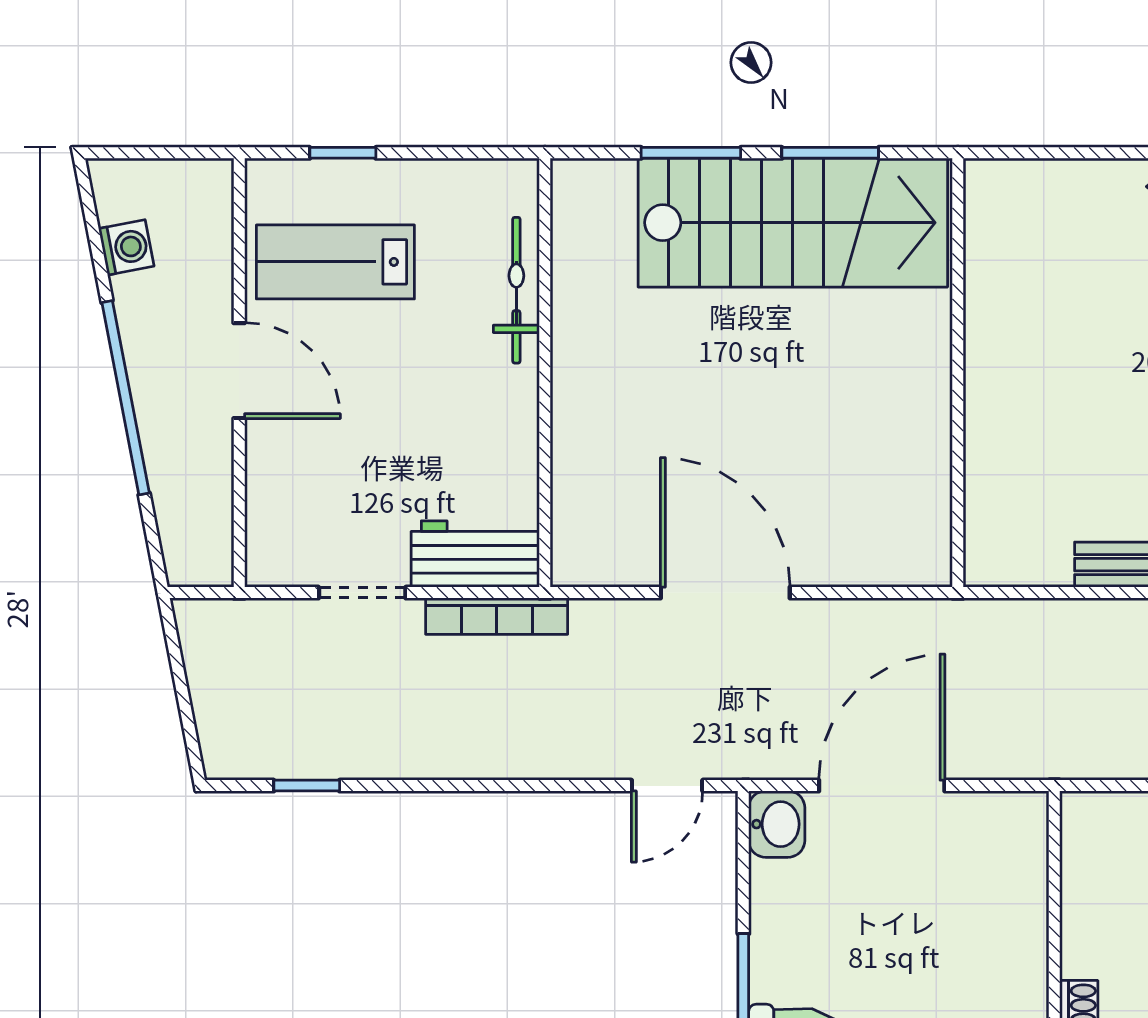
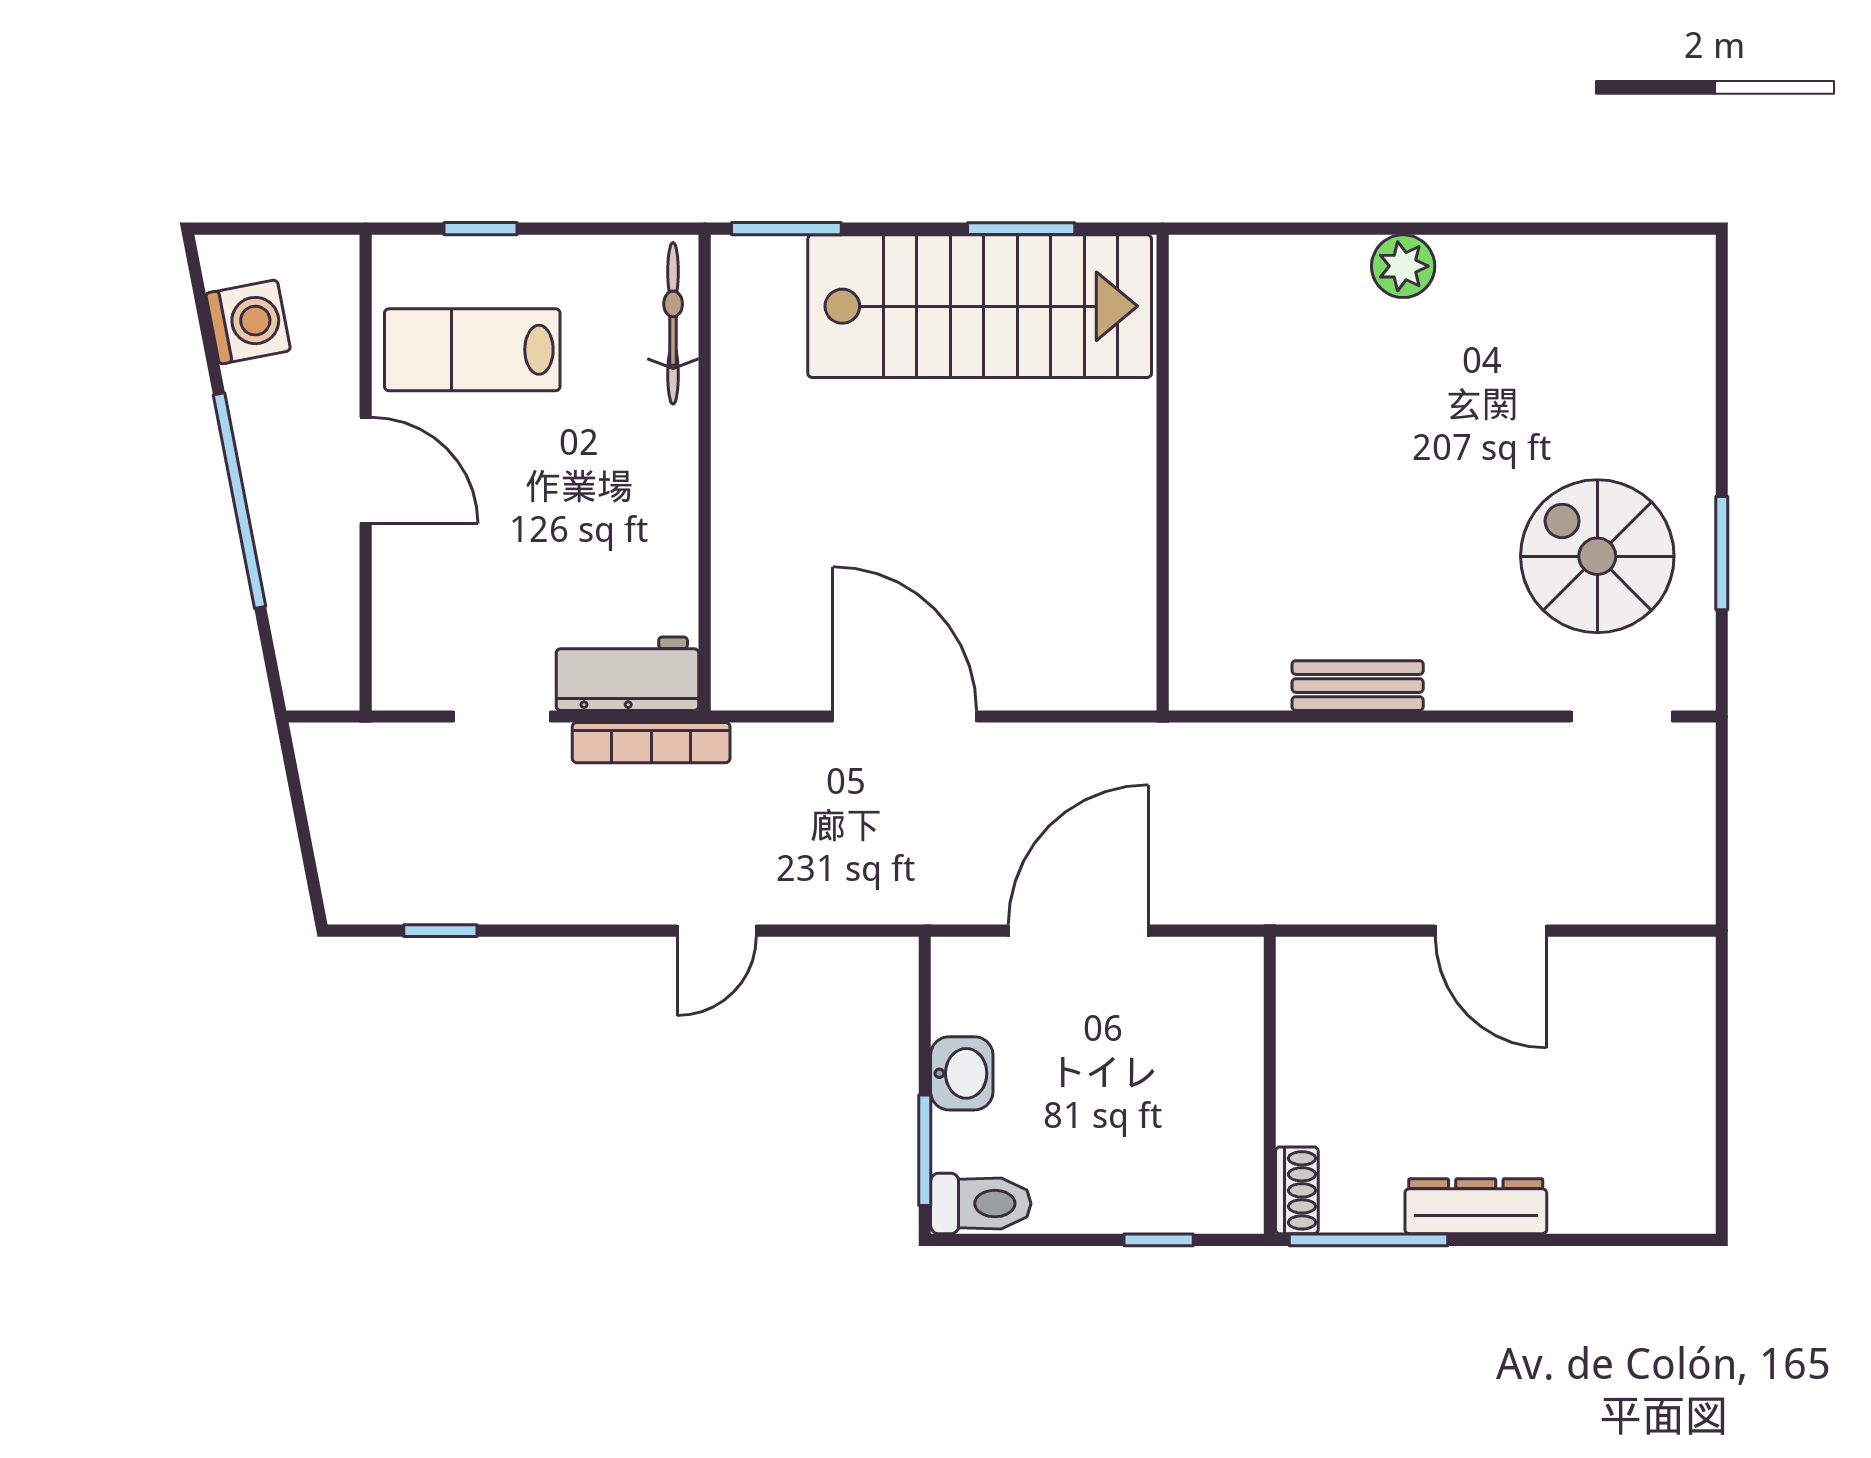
window: (691, 153) -> (786, 229), moved
washing machine: (126, 247) -> (248, 322), width x1.38, depth x1.38
bicycle: (516, 290) -> (673, 323), moved
door: (667, 786) -> (717, 931), moved
washbasin: (777, 824) -> (962, 1073), moved

